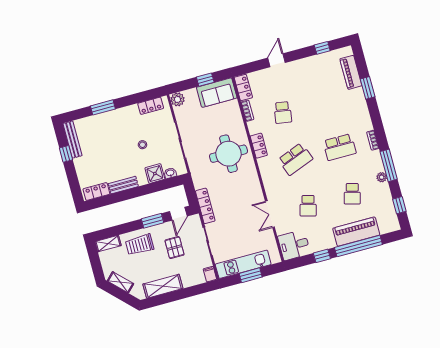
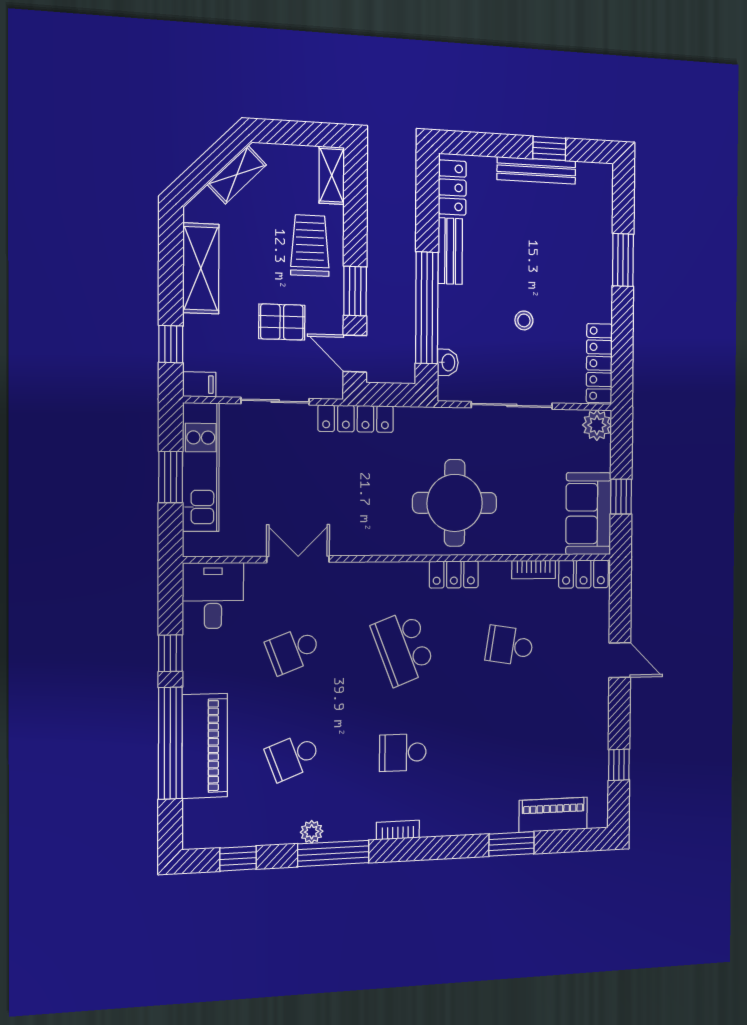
locker: (151, 106) -> (599, 363), width x1.53
bench: (72, 140) -> (536, 170), moved
school desk: (340, 147) -> (403, 753), width x0.54
shower: (155, 174) -> (456, 328), removed
window: (150, 188) -> (427, 308), added
school desk: (352, 194) -> (293, 757), turned -36
school desk: (308, 206) -> (293, 650), turned -36
window: (197, 290) -> (171, 344), added

